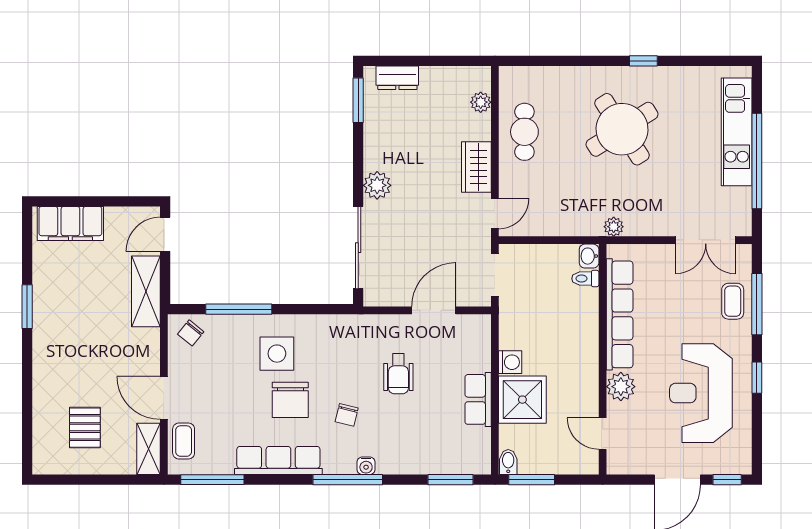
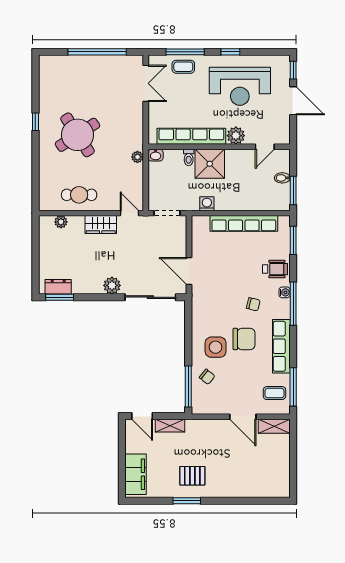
dresser: (397, 78) -> (58, 287), moved, turned -90
kitchen unit: (737, 132) -> (79, 64), removed
plant: (614, 227) -> (137, 157), moved
toilet: (585, 279) -> (189, 157), moved
shelving: (146, 291) -> (170, 426), width x0.67, depth x0.75
window: (239, 309) -> (188, 386), moved
door: (434, 310) -> (189, 271), moved
chair: (191, 333) -> (207, 377), moved
washing machine: (510, 362) -> (207, 204), moved
wheelchair: (398, 374) -> (275, 269), moved
door: (164, 398) -> (243, 417), hinge flipped
row of seats: (478, 399) -> (244, 223), width x2.02
shower: (522, 400) -> (210, 164), moved
pallet: (85, 428) -> (192, 476), moved
coffee table: (184, 441) -> (274, 393), moved
bidet: (508, 462) -> (282, 178), moved

